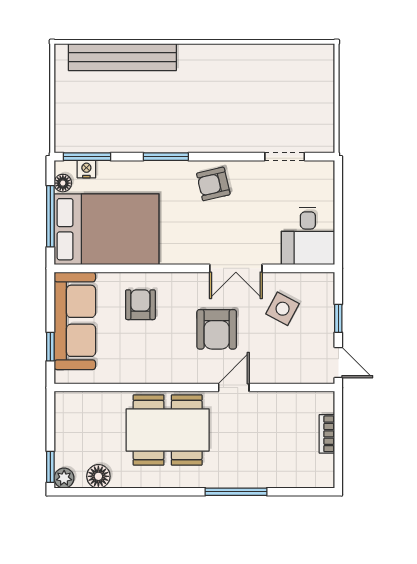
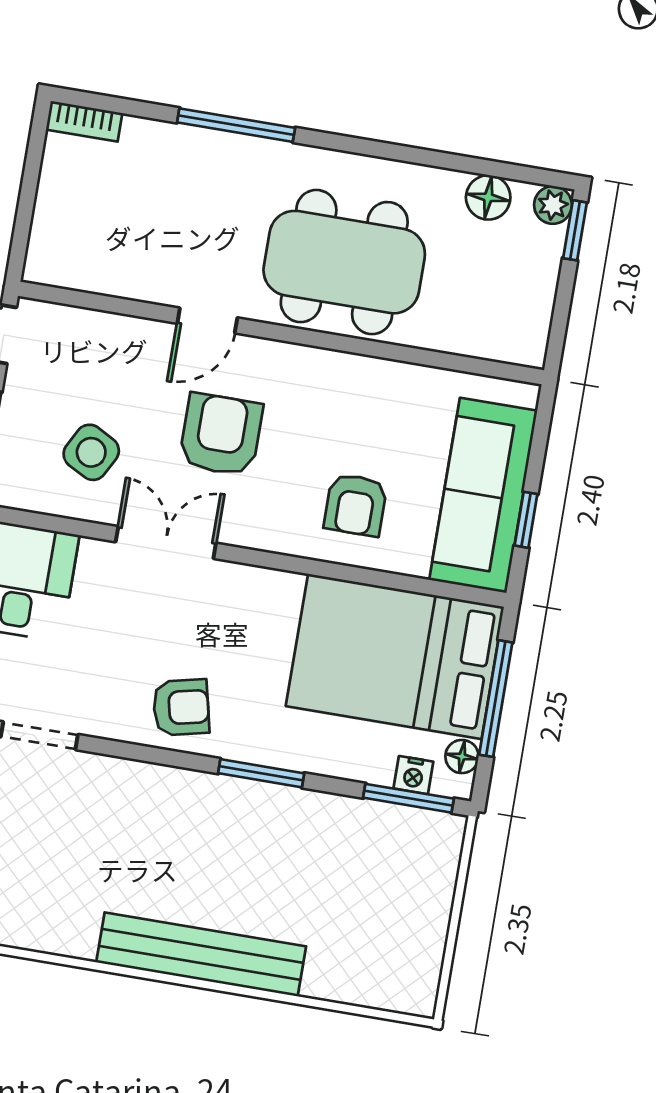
bench: (122, 57) -> (201, 954), moved
window: (50, 347) -> (526, 520), moved
bookcase: (327, 434) -> (84, 121), moved, turned 90

